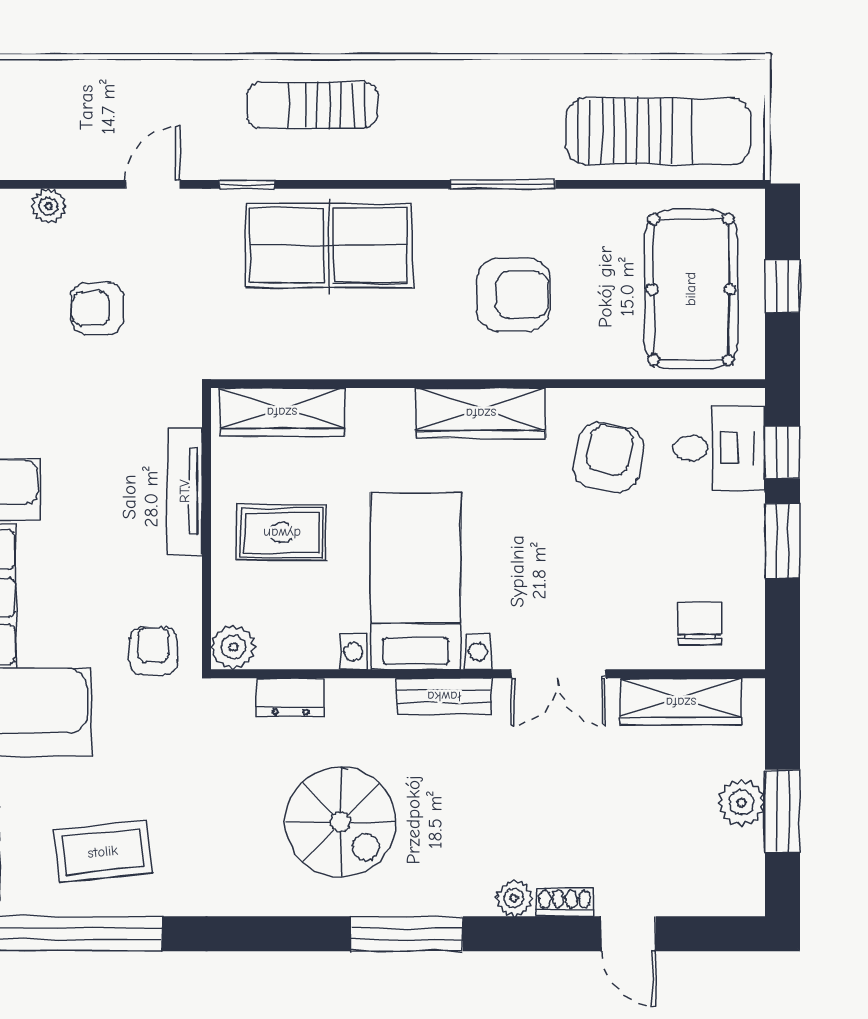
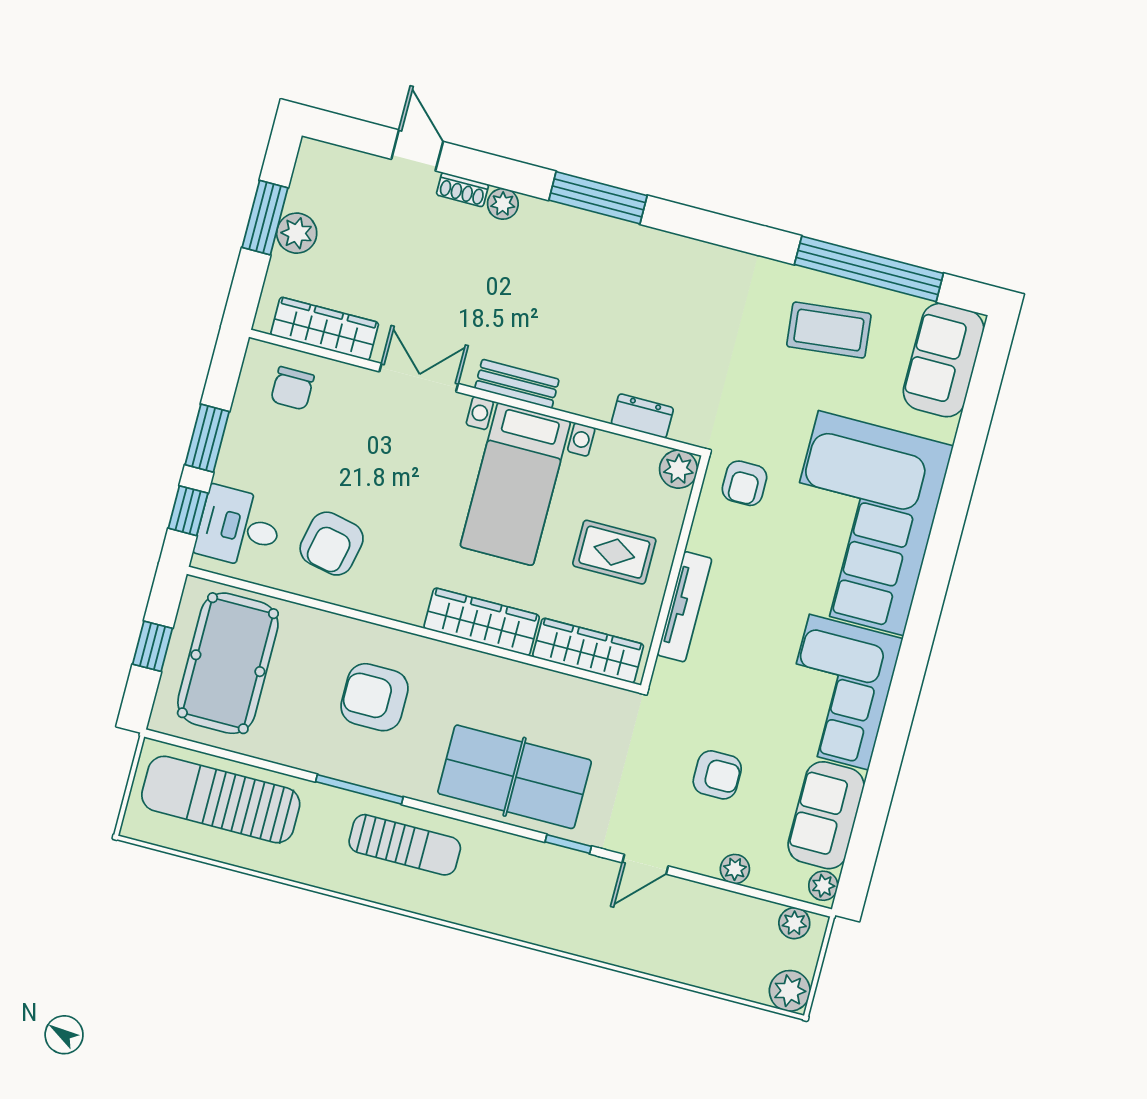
sun lounger: (312, 105) -> (405, 845), moved
wardrobe: (481, 413) -> (482, 622), moved
spiral stairs: (341, 822) -> (628, 303), removed

